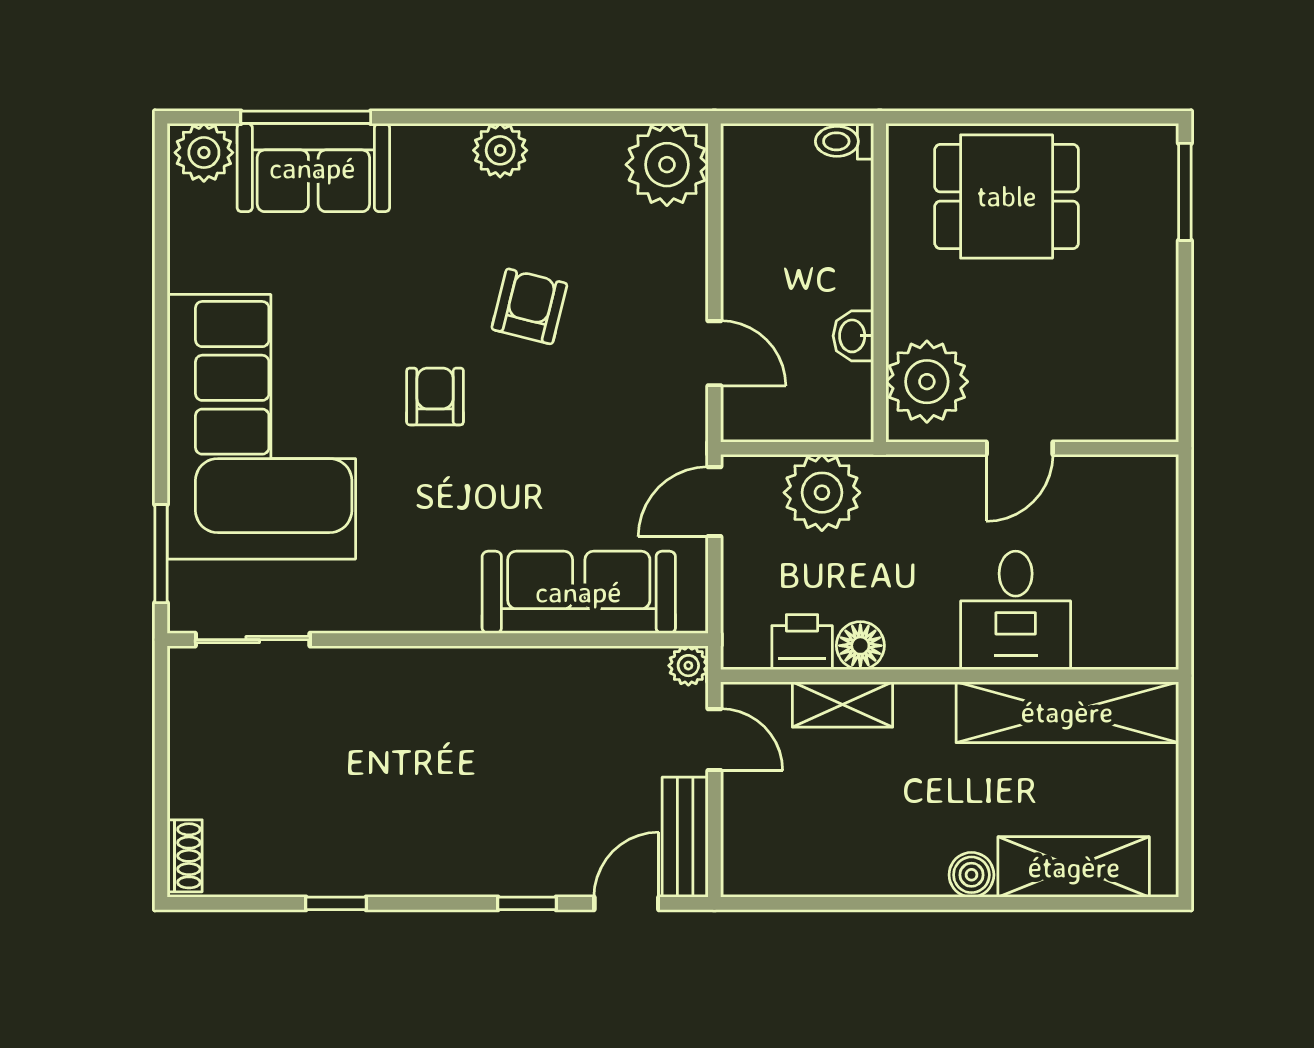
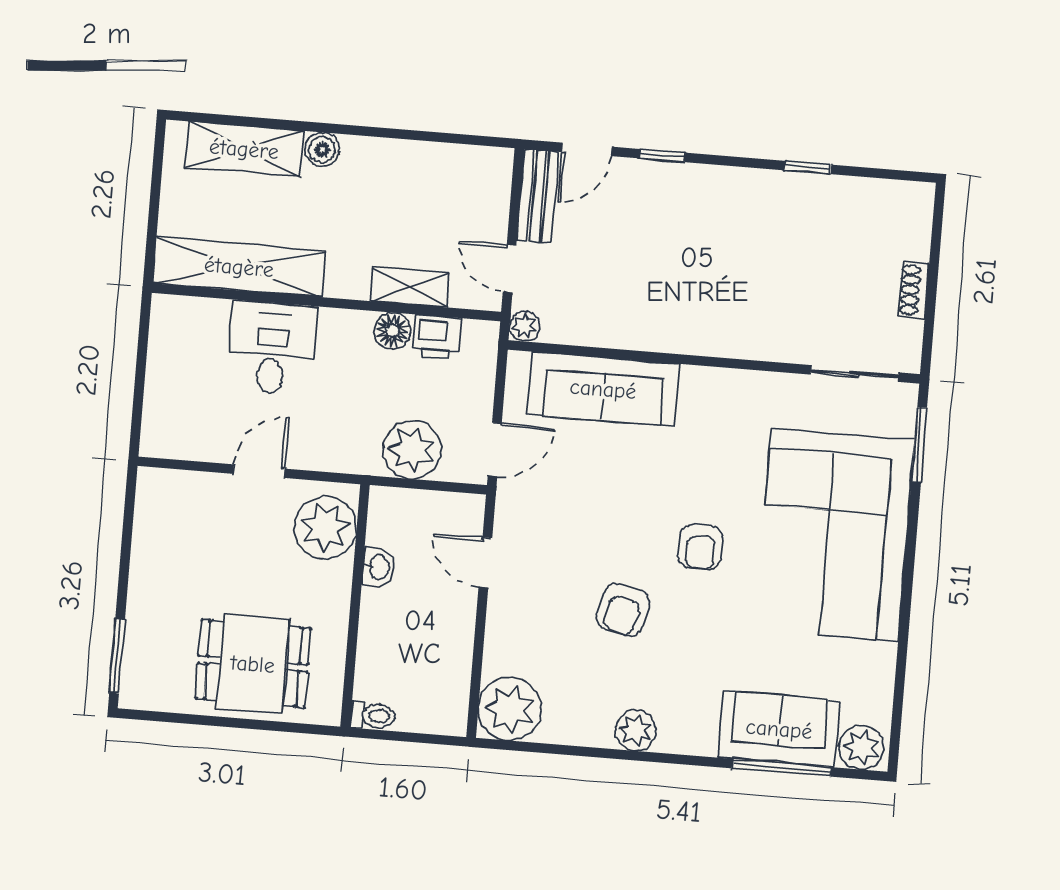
shoe rack: (185, 856) -> (914, 290), moved

